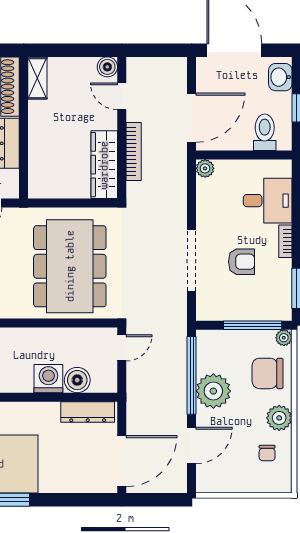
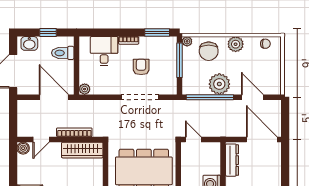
boiler: (77, 380) -> (213, 166), removed
chair: (267, 453) -> (265, 44), moved

